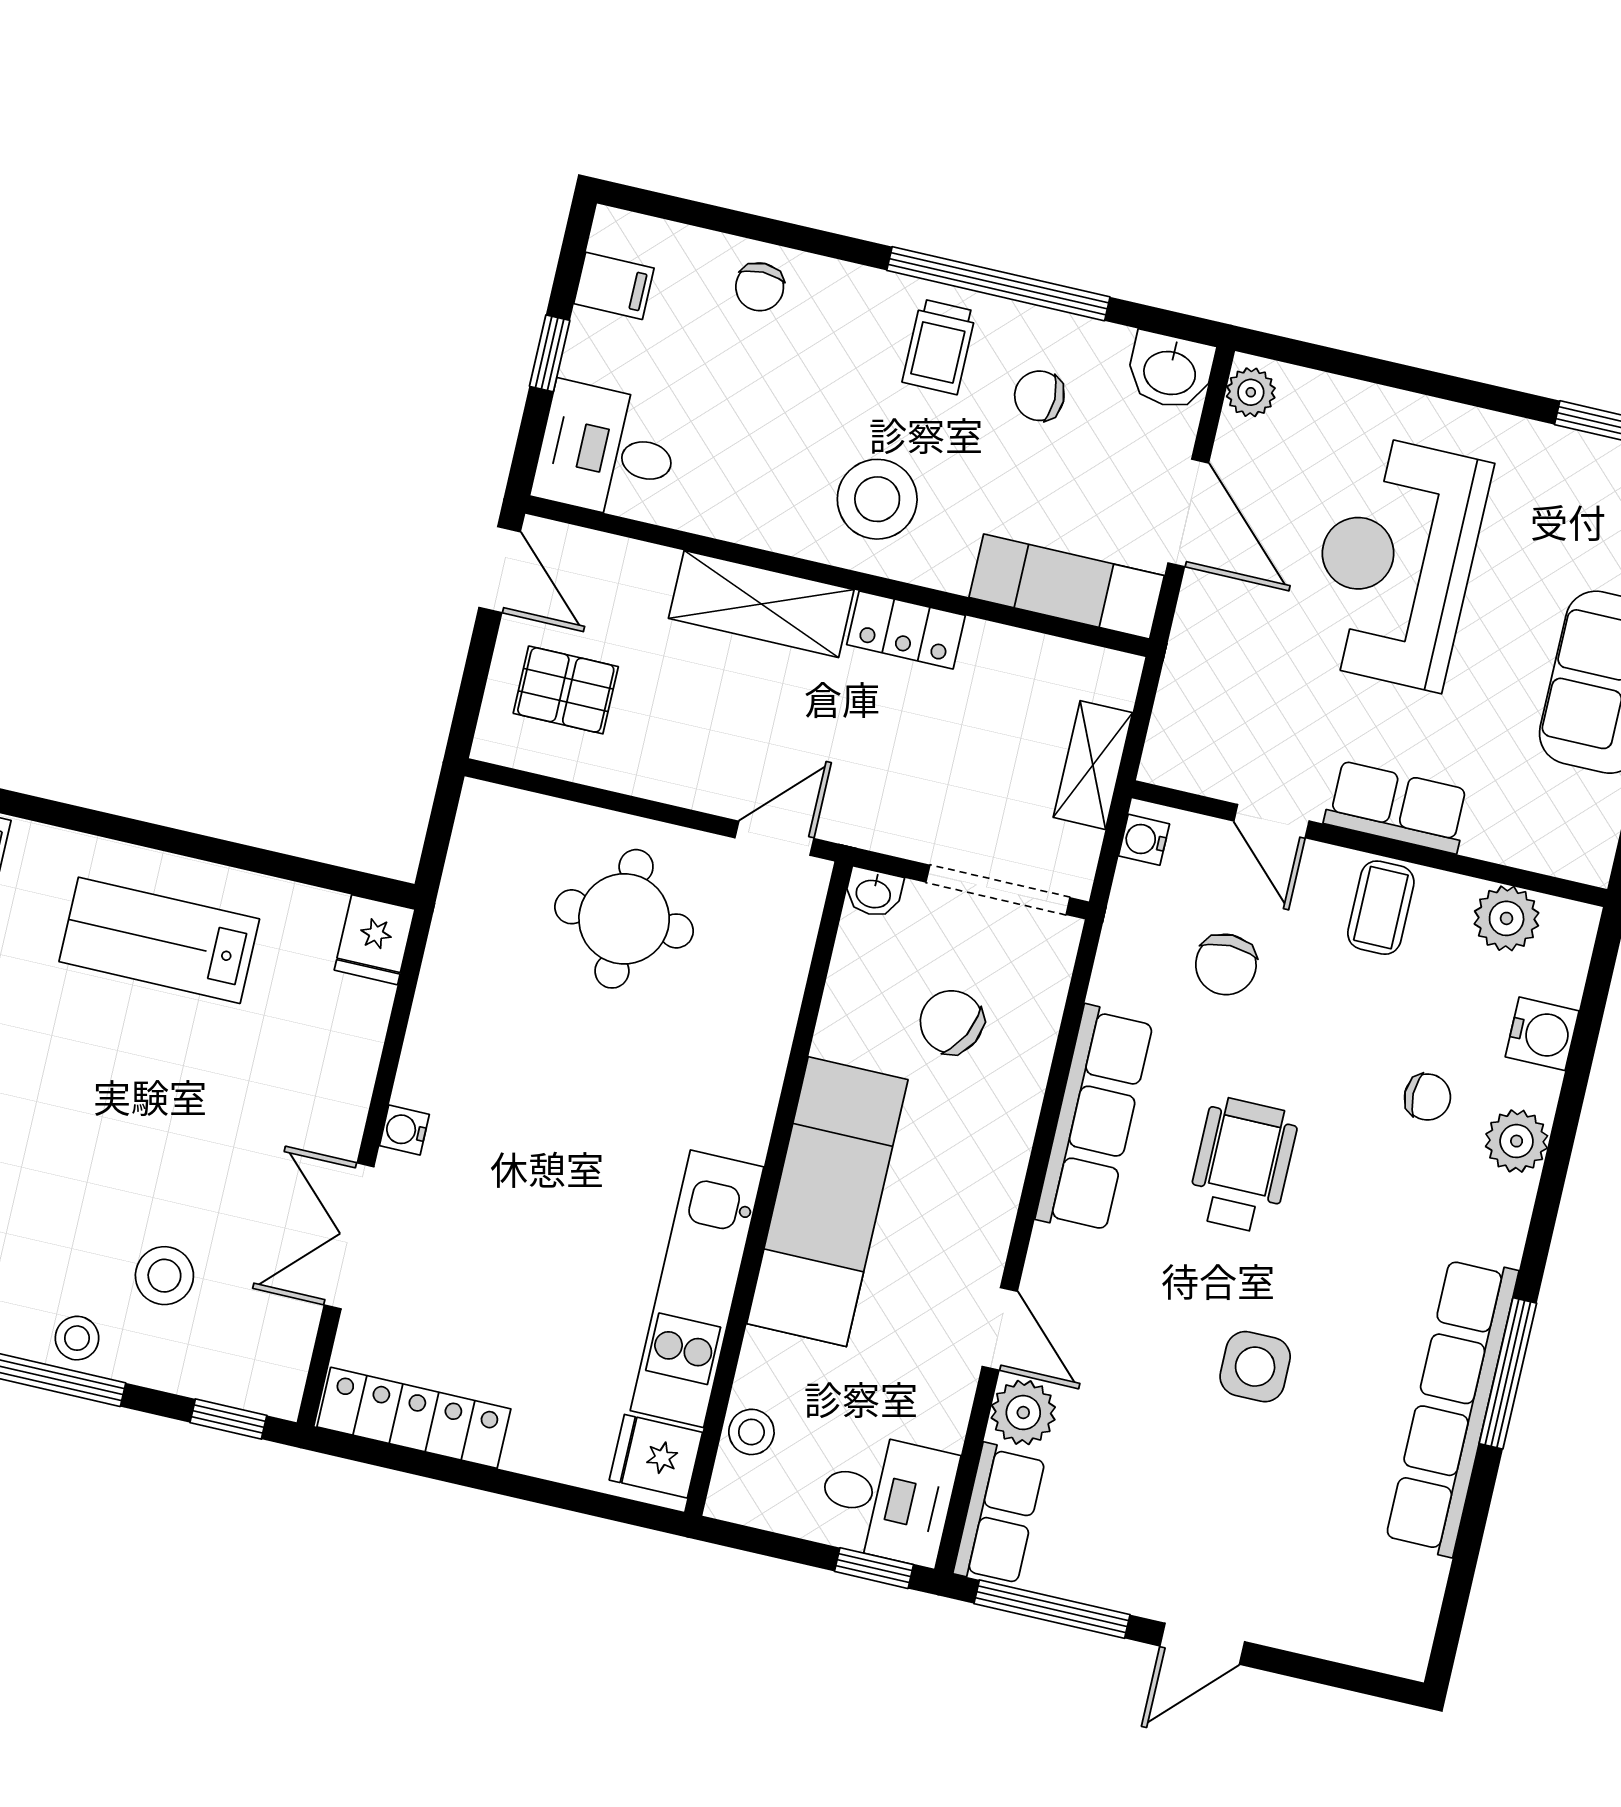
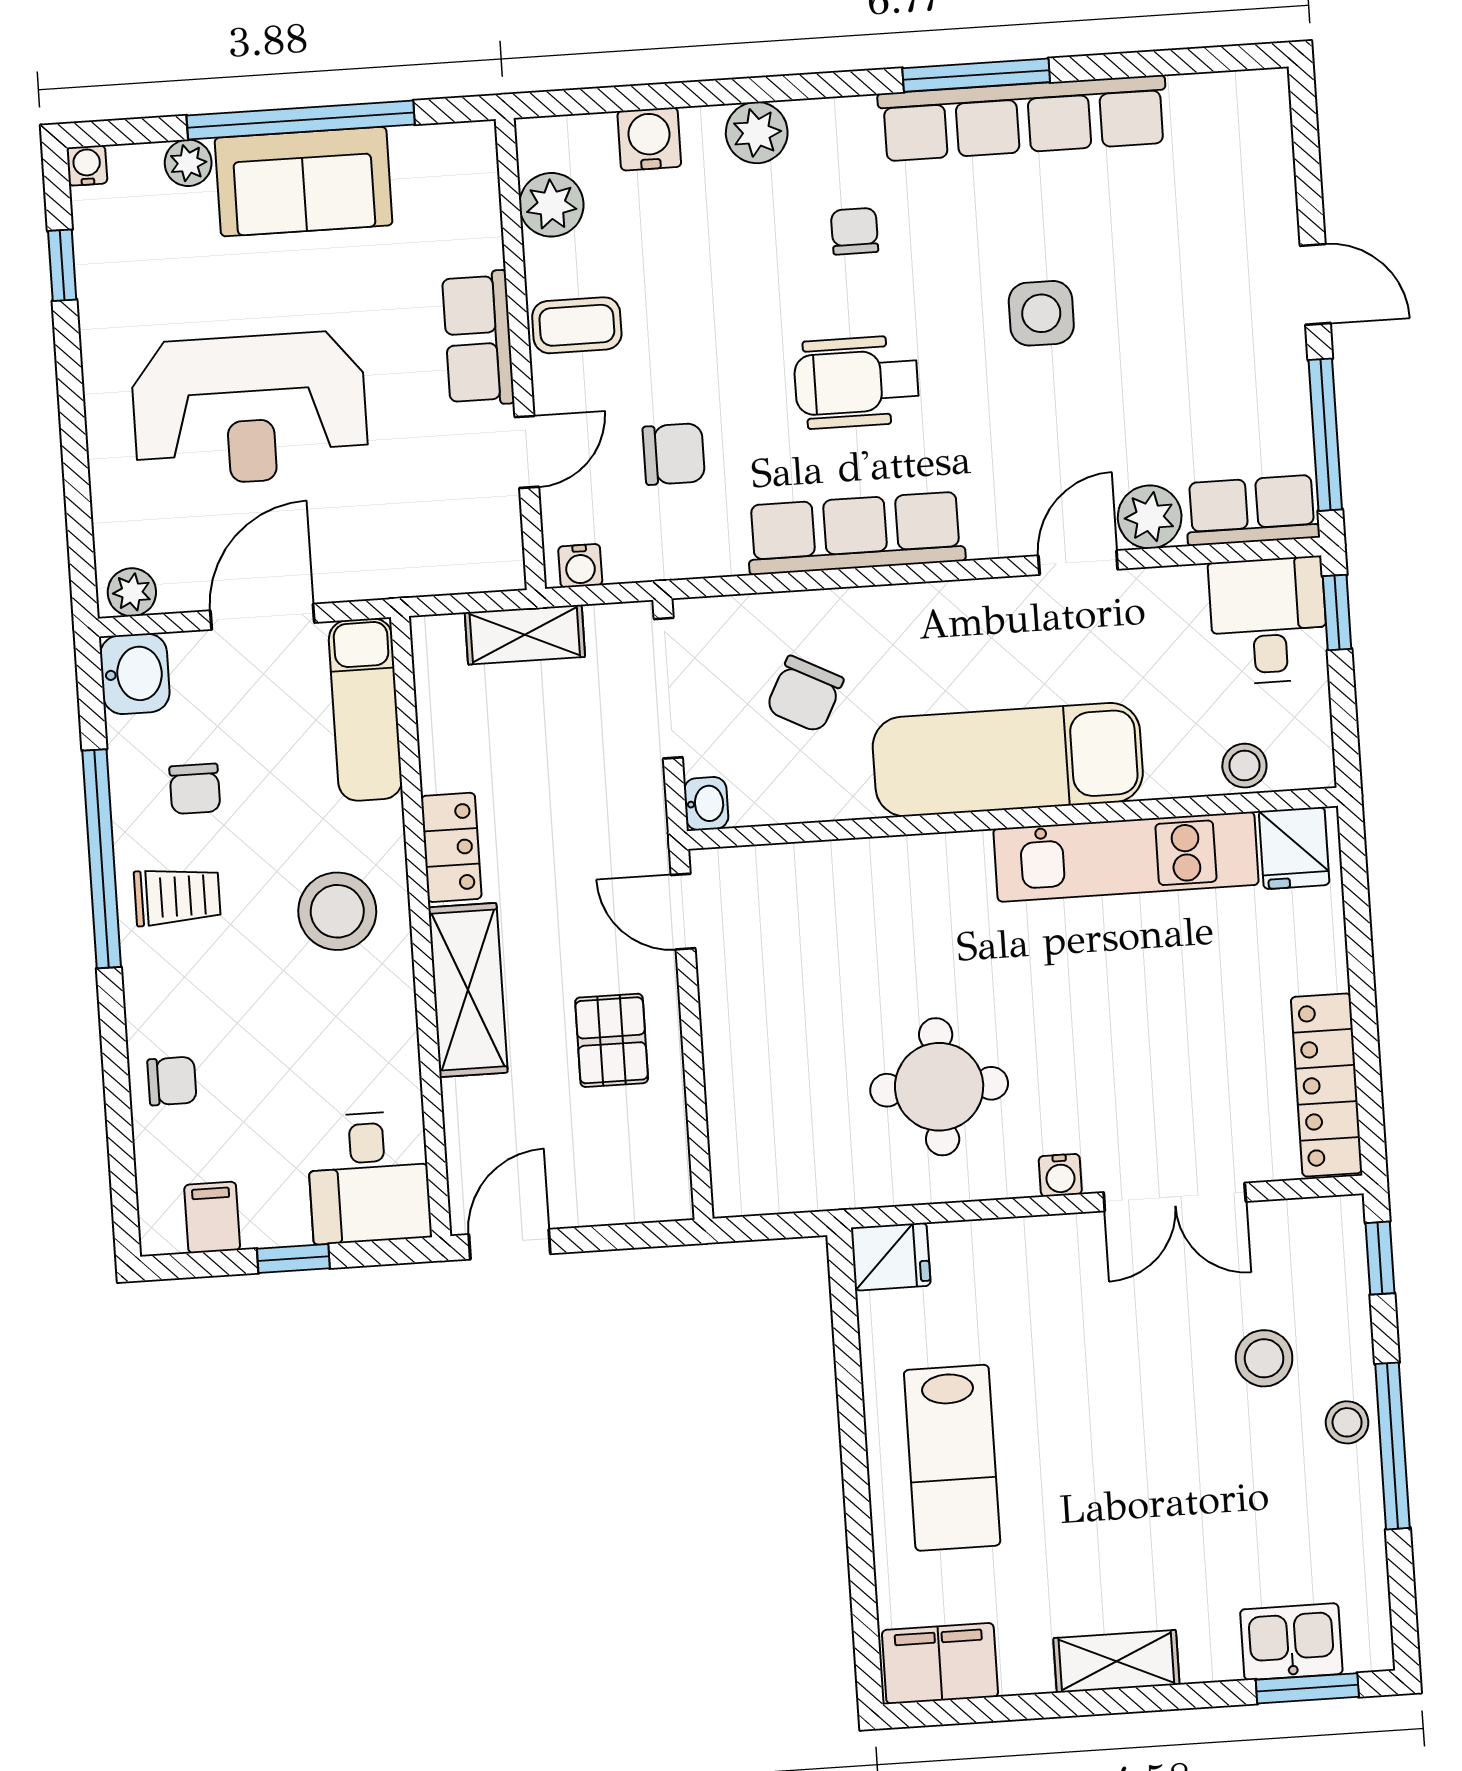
pallet: (566, 690) -> (612, 1040), moved
round table: (624, 919) -> (939, 1087), moved
chair: (1427, 1097) -> (855, 231), moved

